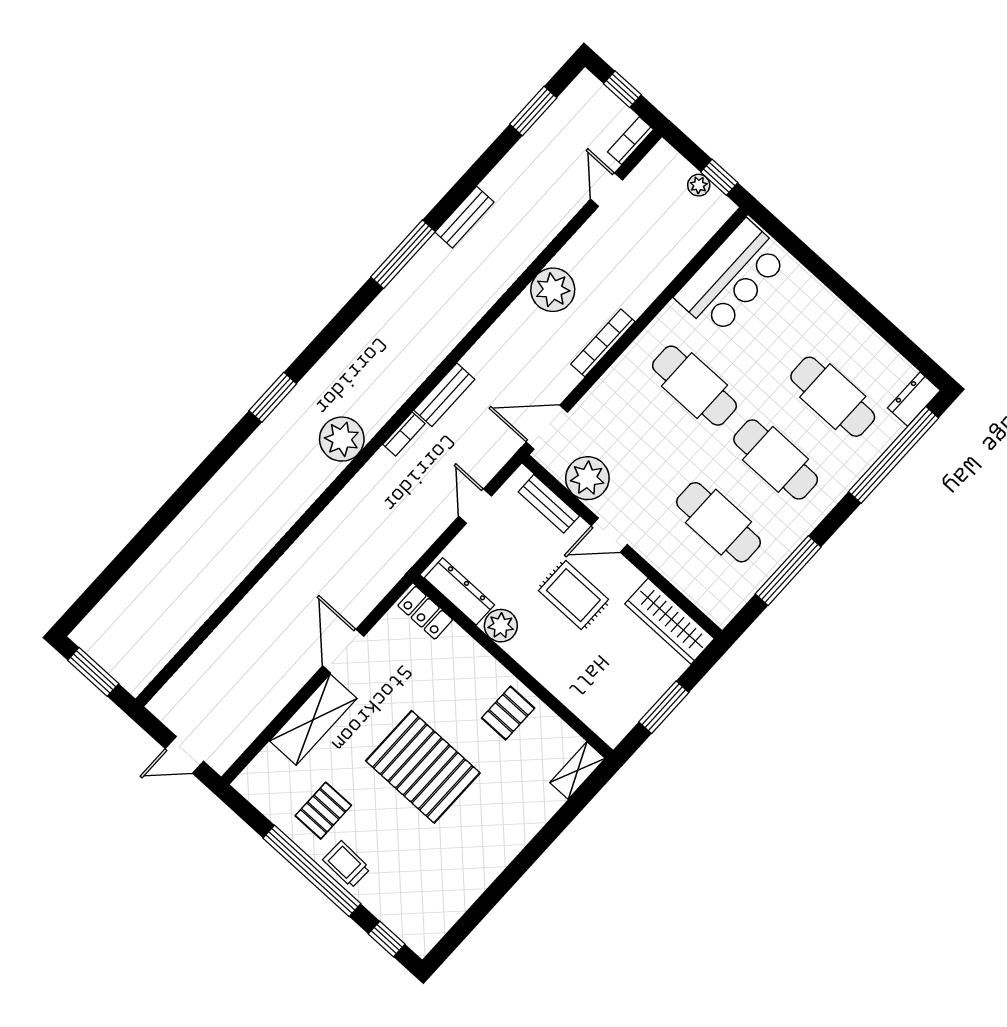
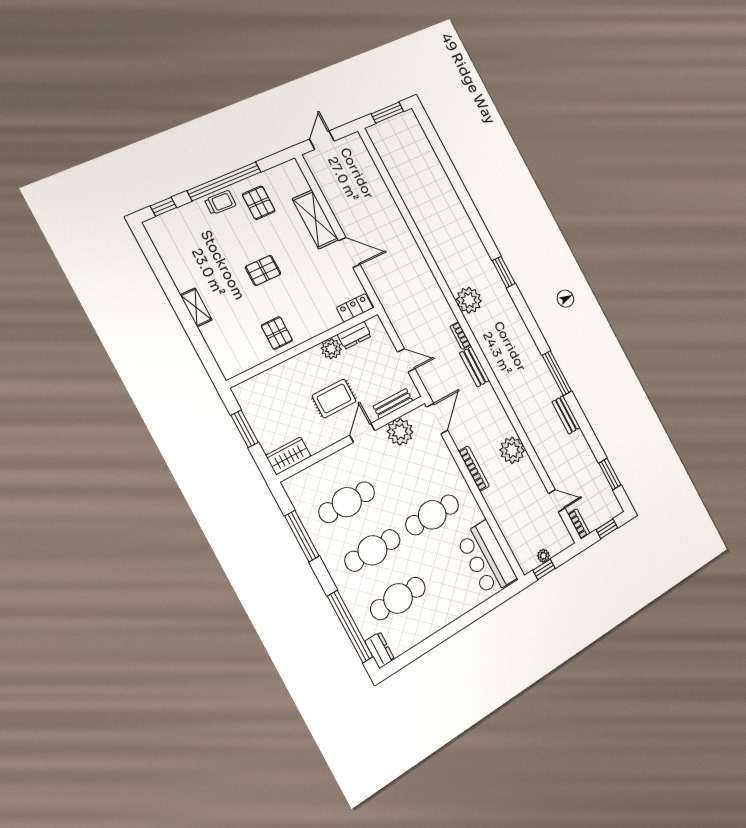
dresser: (459, 591) -> (354, 335), width x0.70
wardrobe: (670, 621) -> (288, 456), width x0.67
pallet: (423, 767) -> (263, 270), width x0.49, depth x0.50
shelving: (578, 771) -> (196, 307), moved

